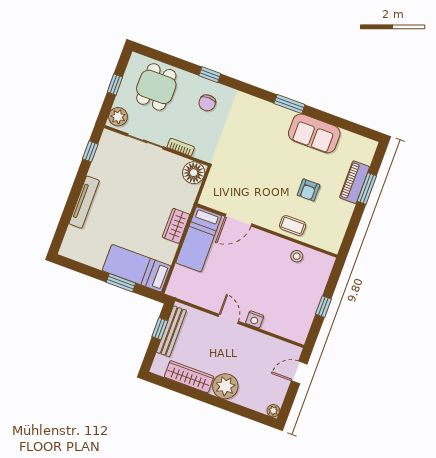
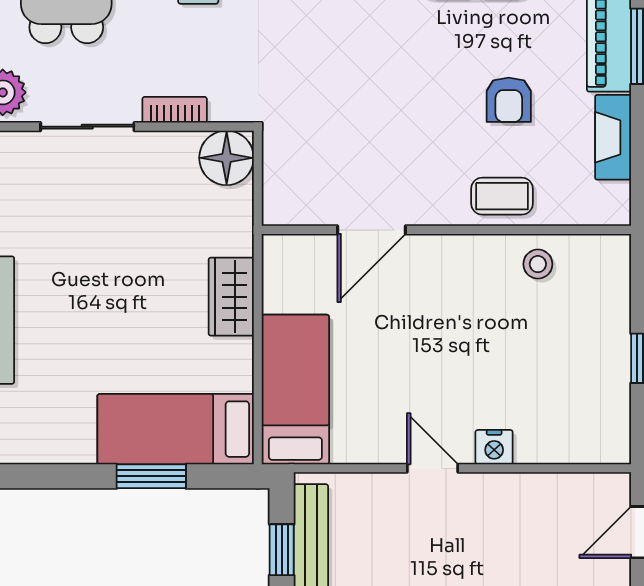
fireplace: (343, 219) -> (613, 137), added
bed: (199, 239) -> (295, 389), moved, turned 180

